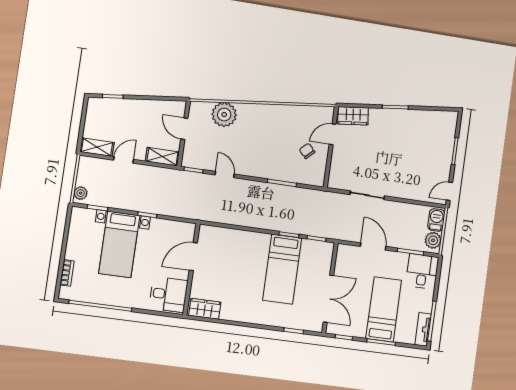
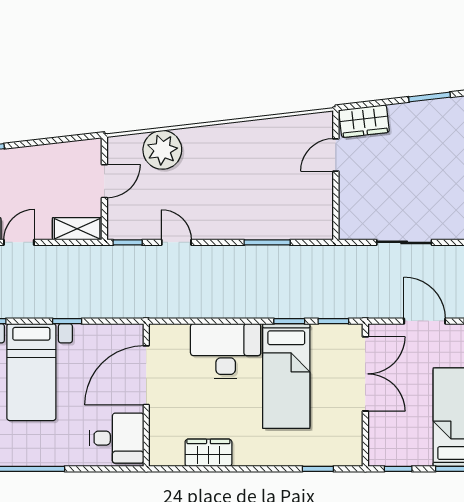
door: (184, 129) -> (104, 181), swing flipped
chair: (307, 151) -> (299, 187), removed
desk: (246, 248) -> (226, 351), added
door: (193, 257) -> (146, 375), width x1.36
double door: (328, 299) -> (365, 374), moved
wardrobe: (205, 309) -> (208, 453), moved

